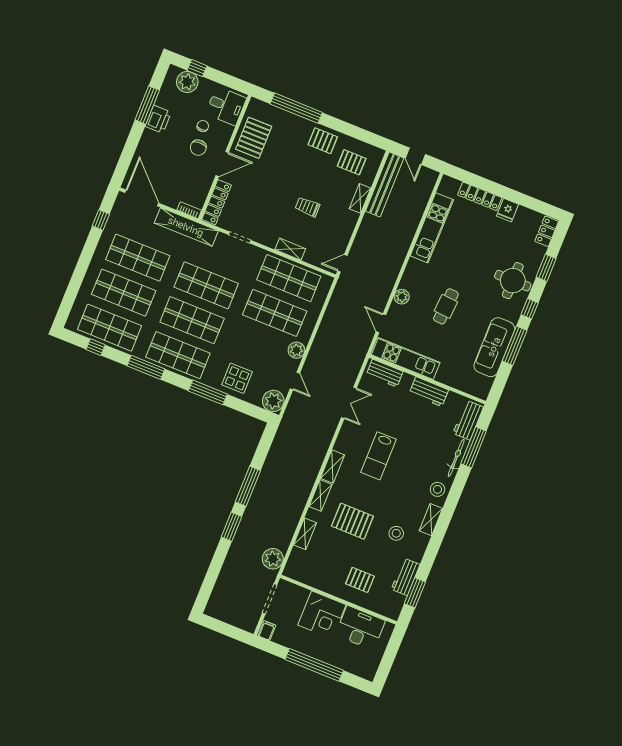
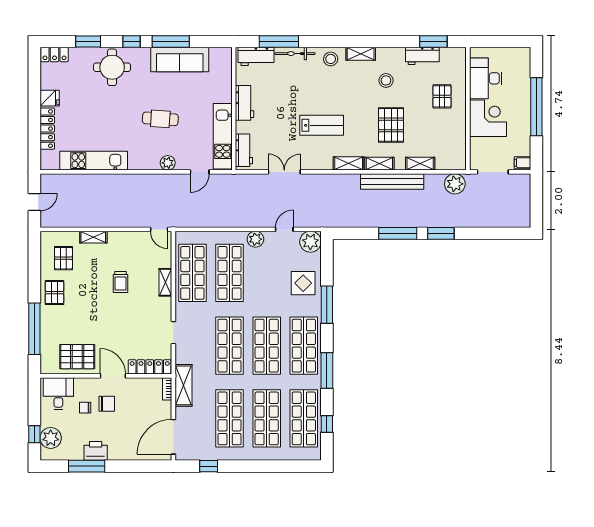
bench: (385, 185) -> (392, 181), moved
shelving: (186, 227) -> (184, 385), width x0.68

